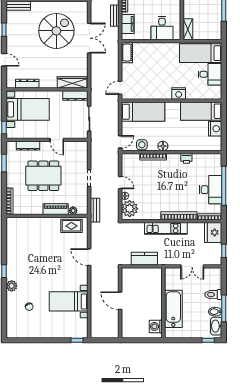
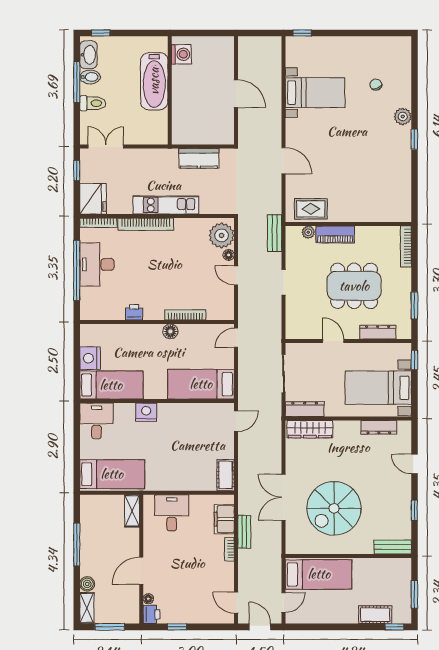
desk: (210, 74) -> (97, 421), moved, turned 90
side table: (142, 145) -> (203, 333), removed
double door: (192, 266) -> (106, 147), moved

